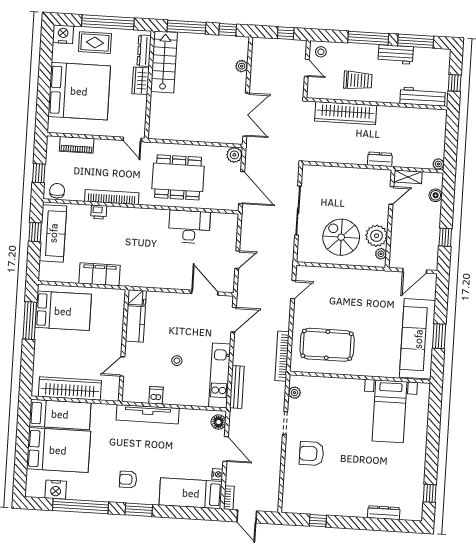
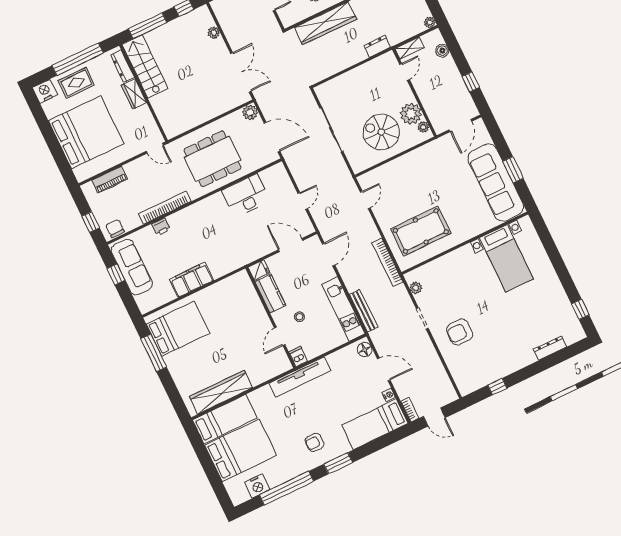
fridge: (137, 297) -> (259, 270), moved
kitchen counter: (135, 324) -> (270, 294), moved
wall: (124, 346) -> (271, 318), moved
door: (122, 366) -> (280, 336), moved

